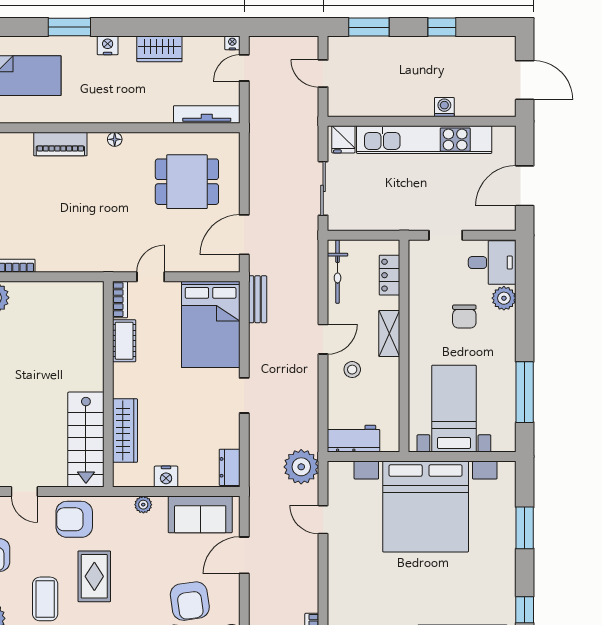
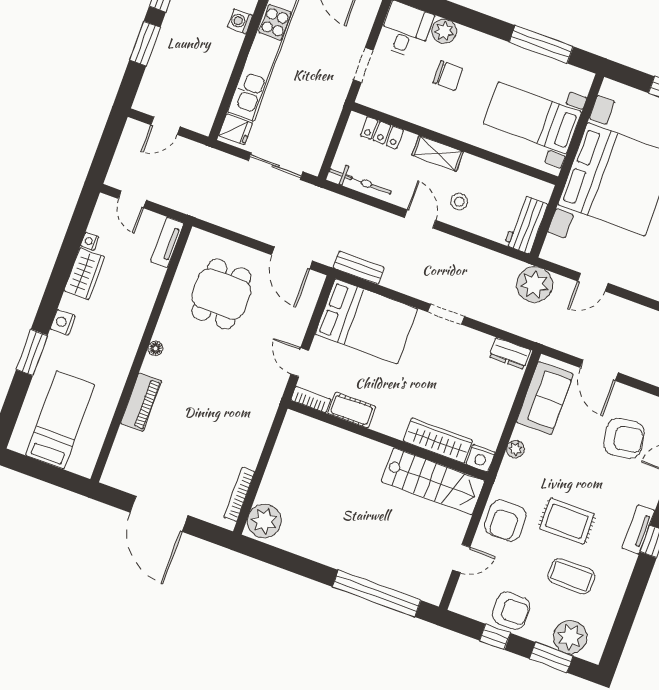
window: (369, 27) -> (145, 44), moved
nightstand: (232, 43) -> (90, 241), moved
tv unit: (207, 114) -> (167, 242), width x0.71
nightstand: (166, 477) -> (481, 458), moved, turned 90

